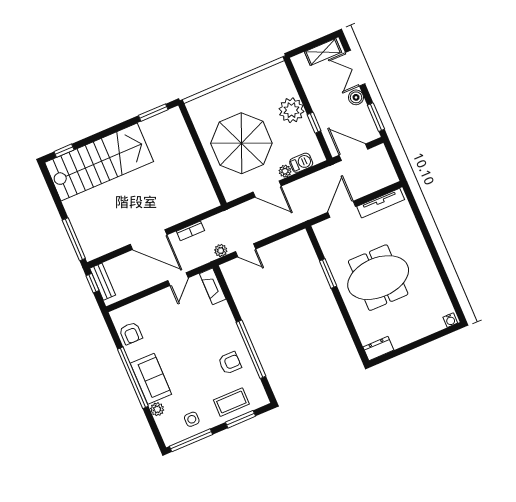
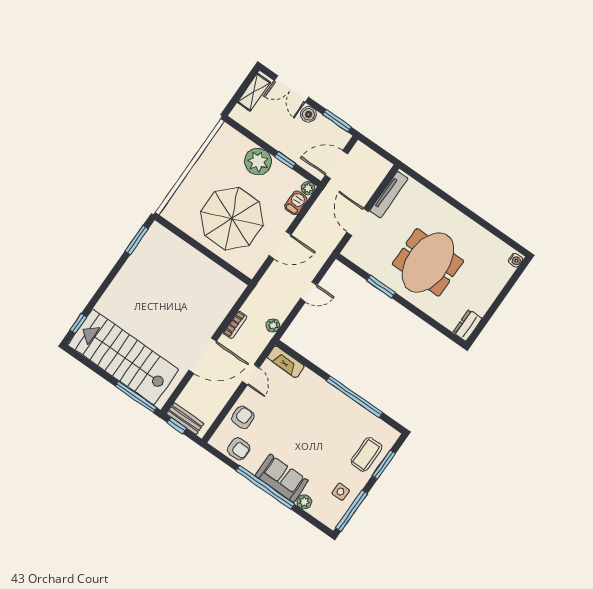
stairs: (99, 162) -> (123, 357), moved, turned -90
plant: (285, 171) -> (308, 188), moved
door: (246, 250) -> (309, 292), moved
armchair: (230, 363) -> (243, 417), moved

